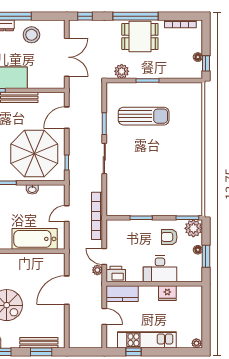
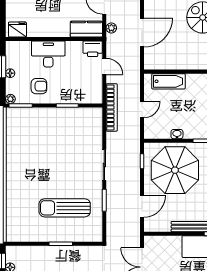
plant: (122, 71) -> (87, 253), removed
plant: (193, 228) -> (10, 99), width x0.53, depth x0.53
bathtub: (35, 239) -> (168, 81), width x0.73, depth x0.73
plant: (97, 270) -> (111, 28), moved
fridge: (167, 293) -> (17, 29), moved

